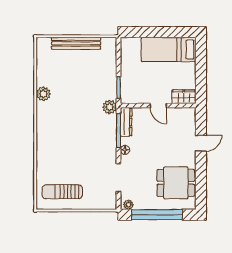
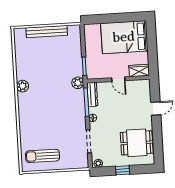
bed: (169, 49) -> (124, 37), width x1.50
plant: (43, 94) -> (23, 86), moved
window: (157, 215) -> (123, 170), width x0.32

